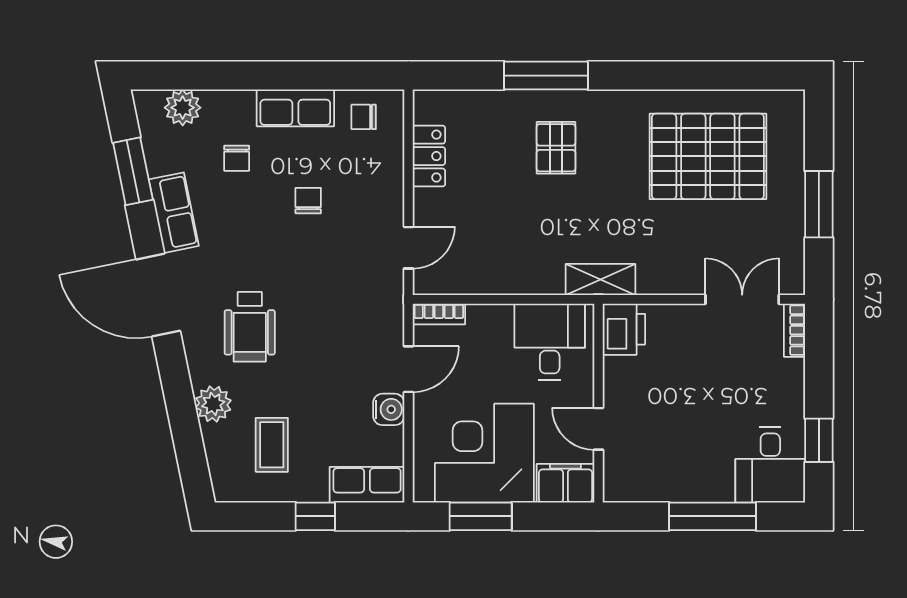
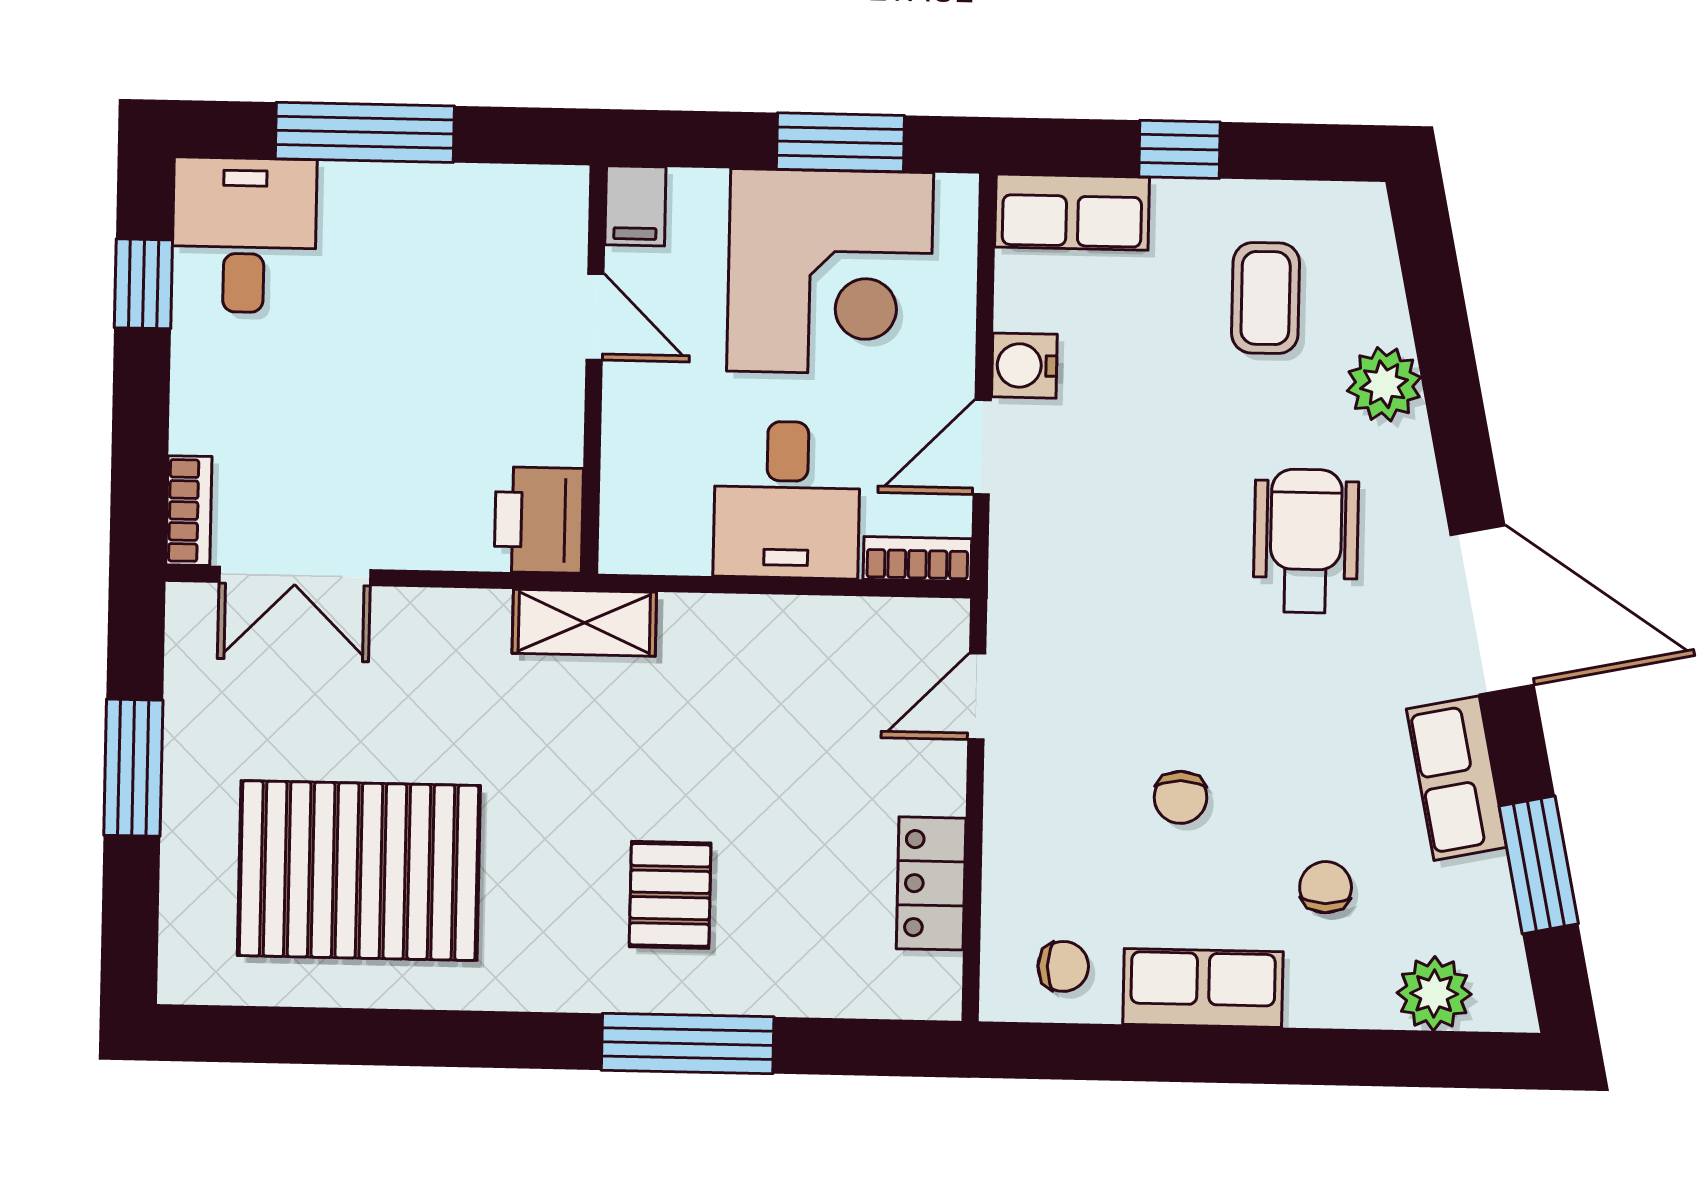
desk: (550, 342) -> (787, 500), moved
filing cabinet: (565, 483) -> (635, 206), width x0.50

